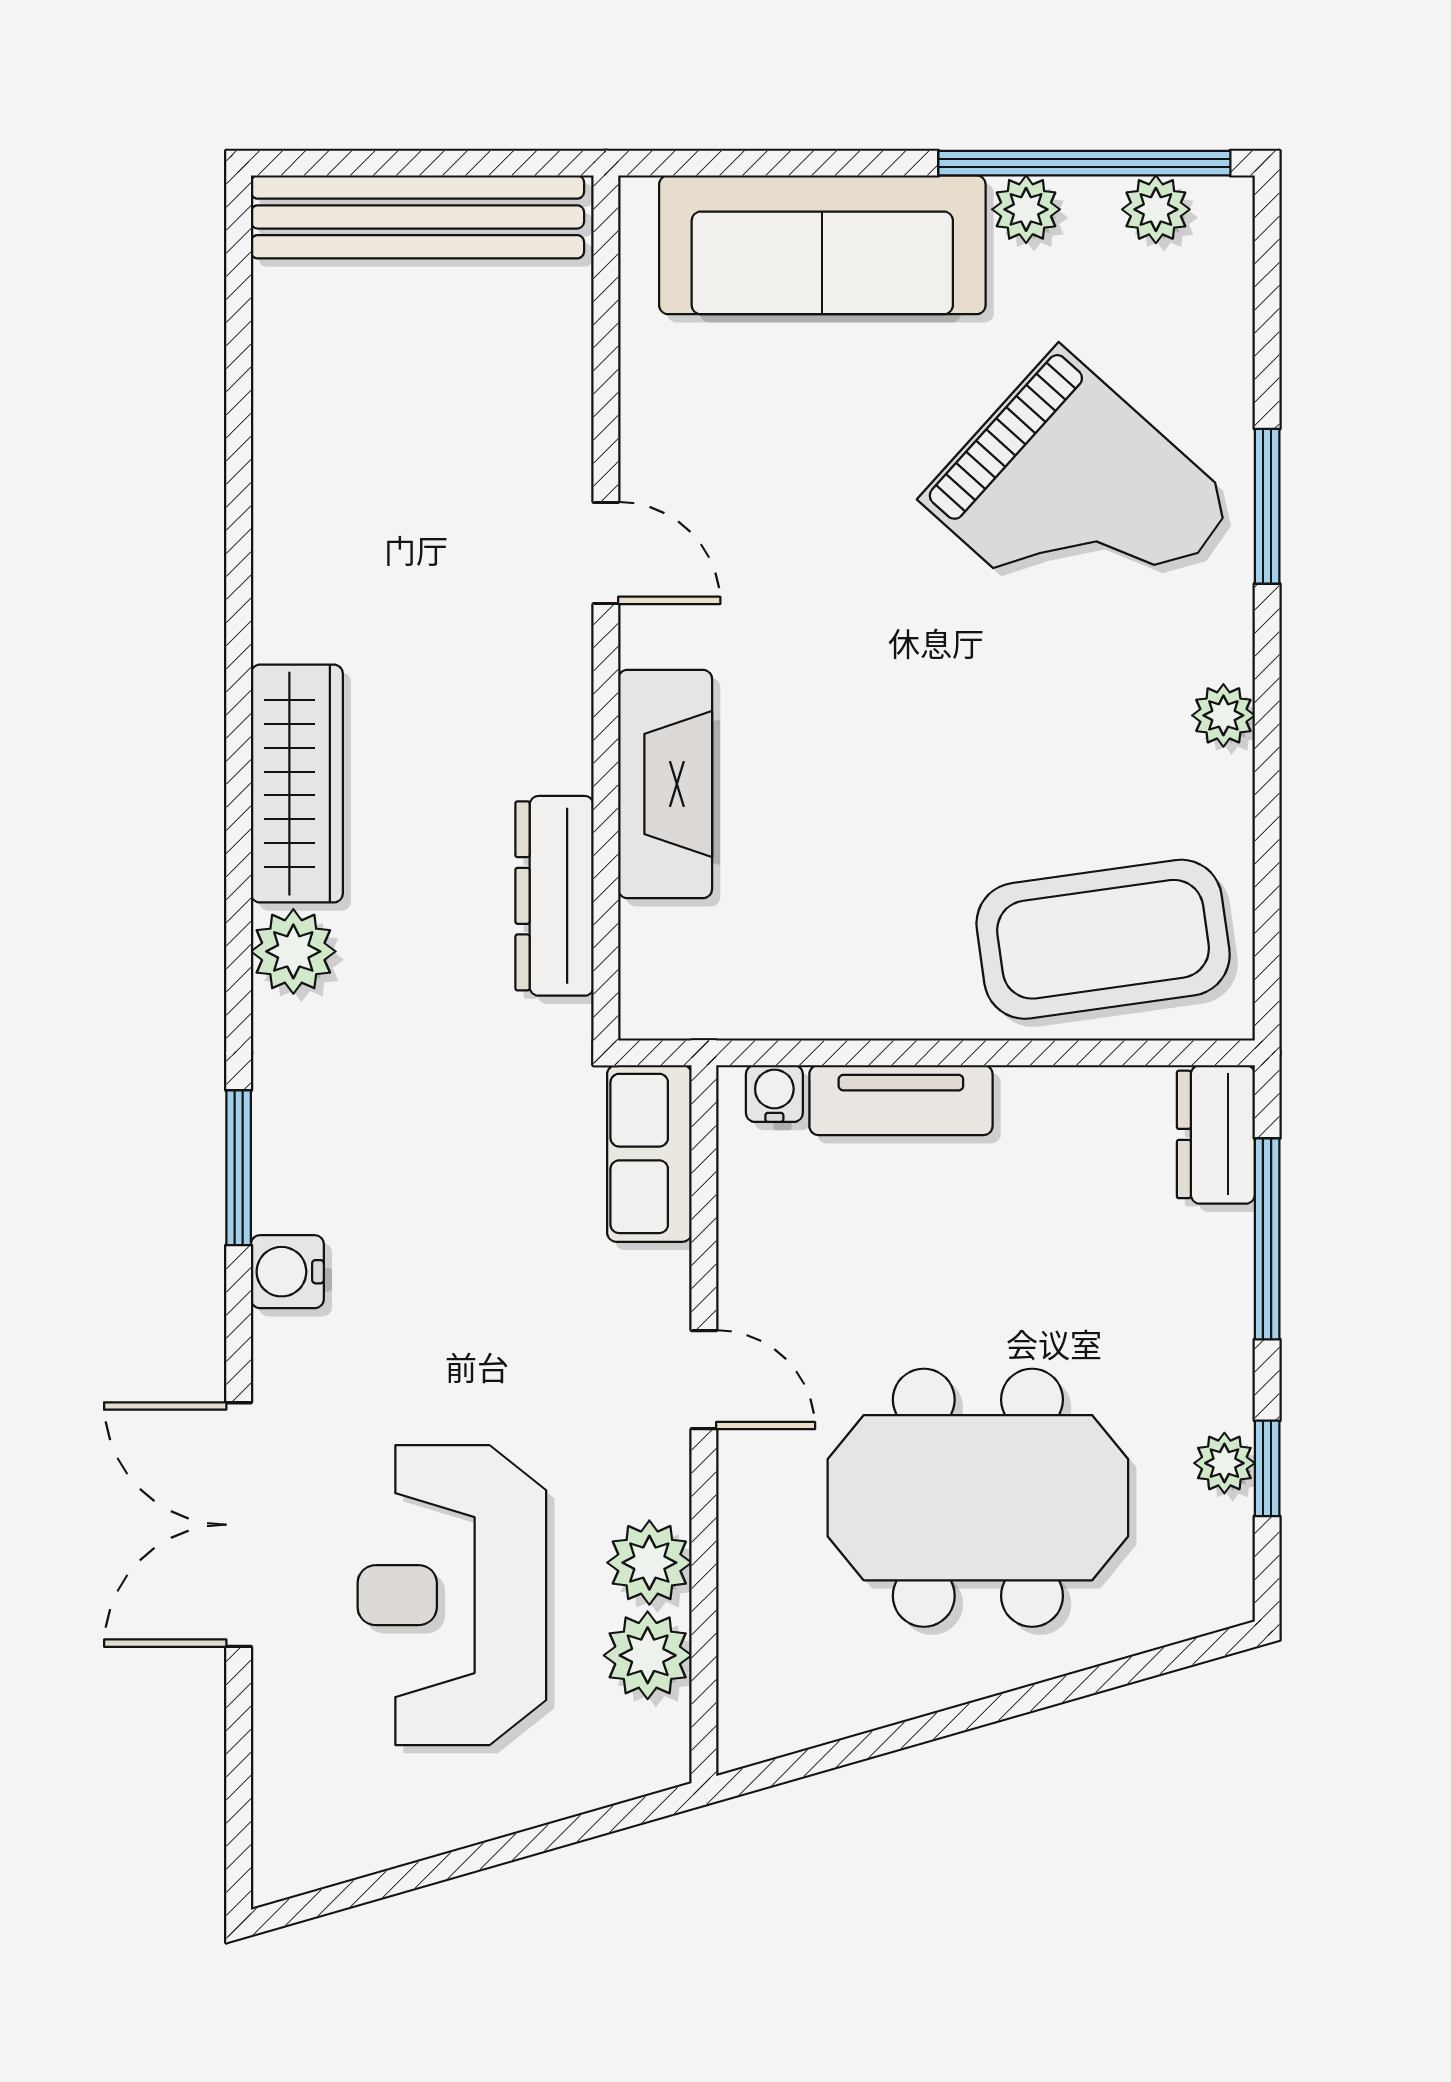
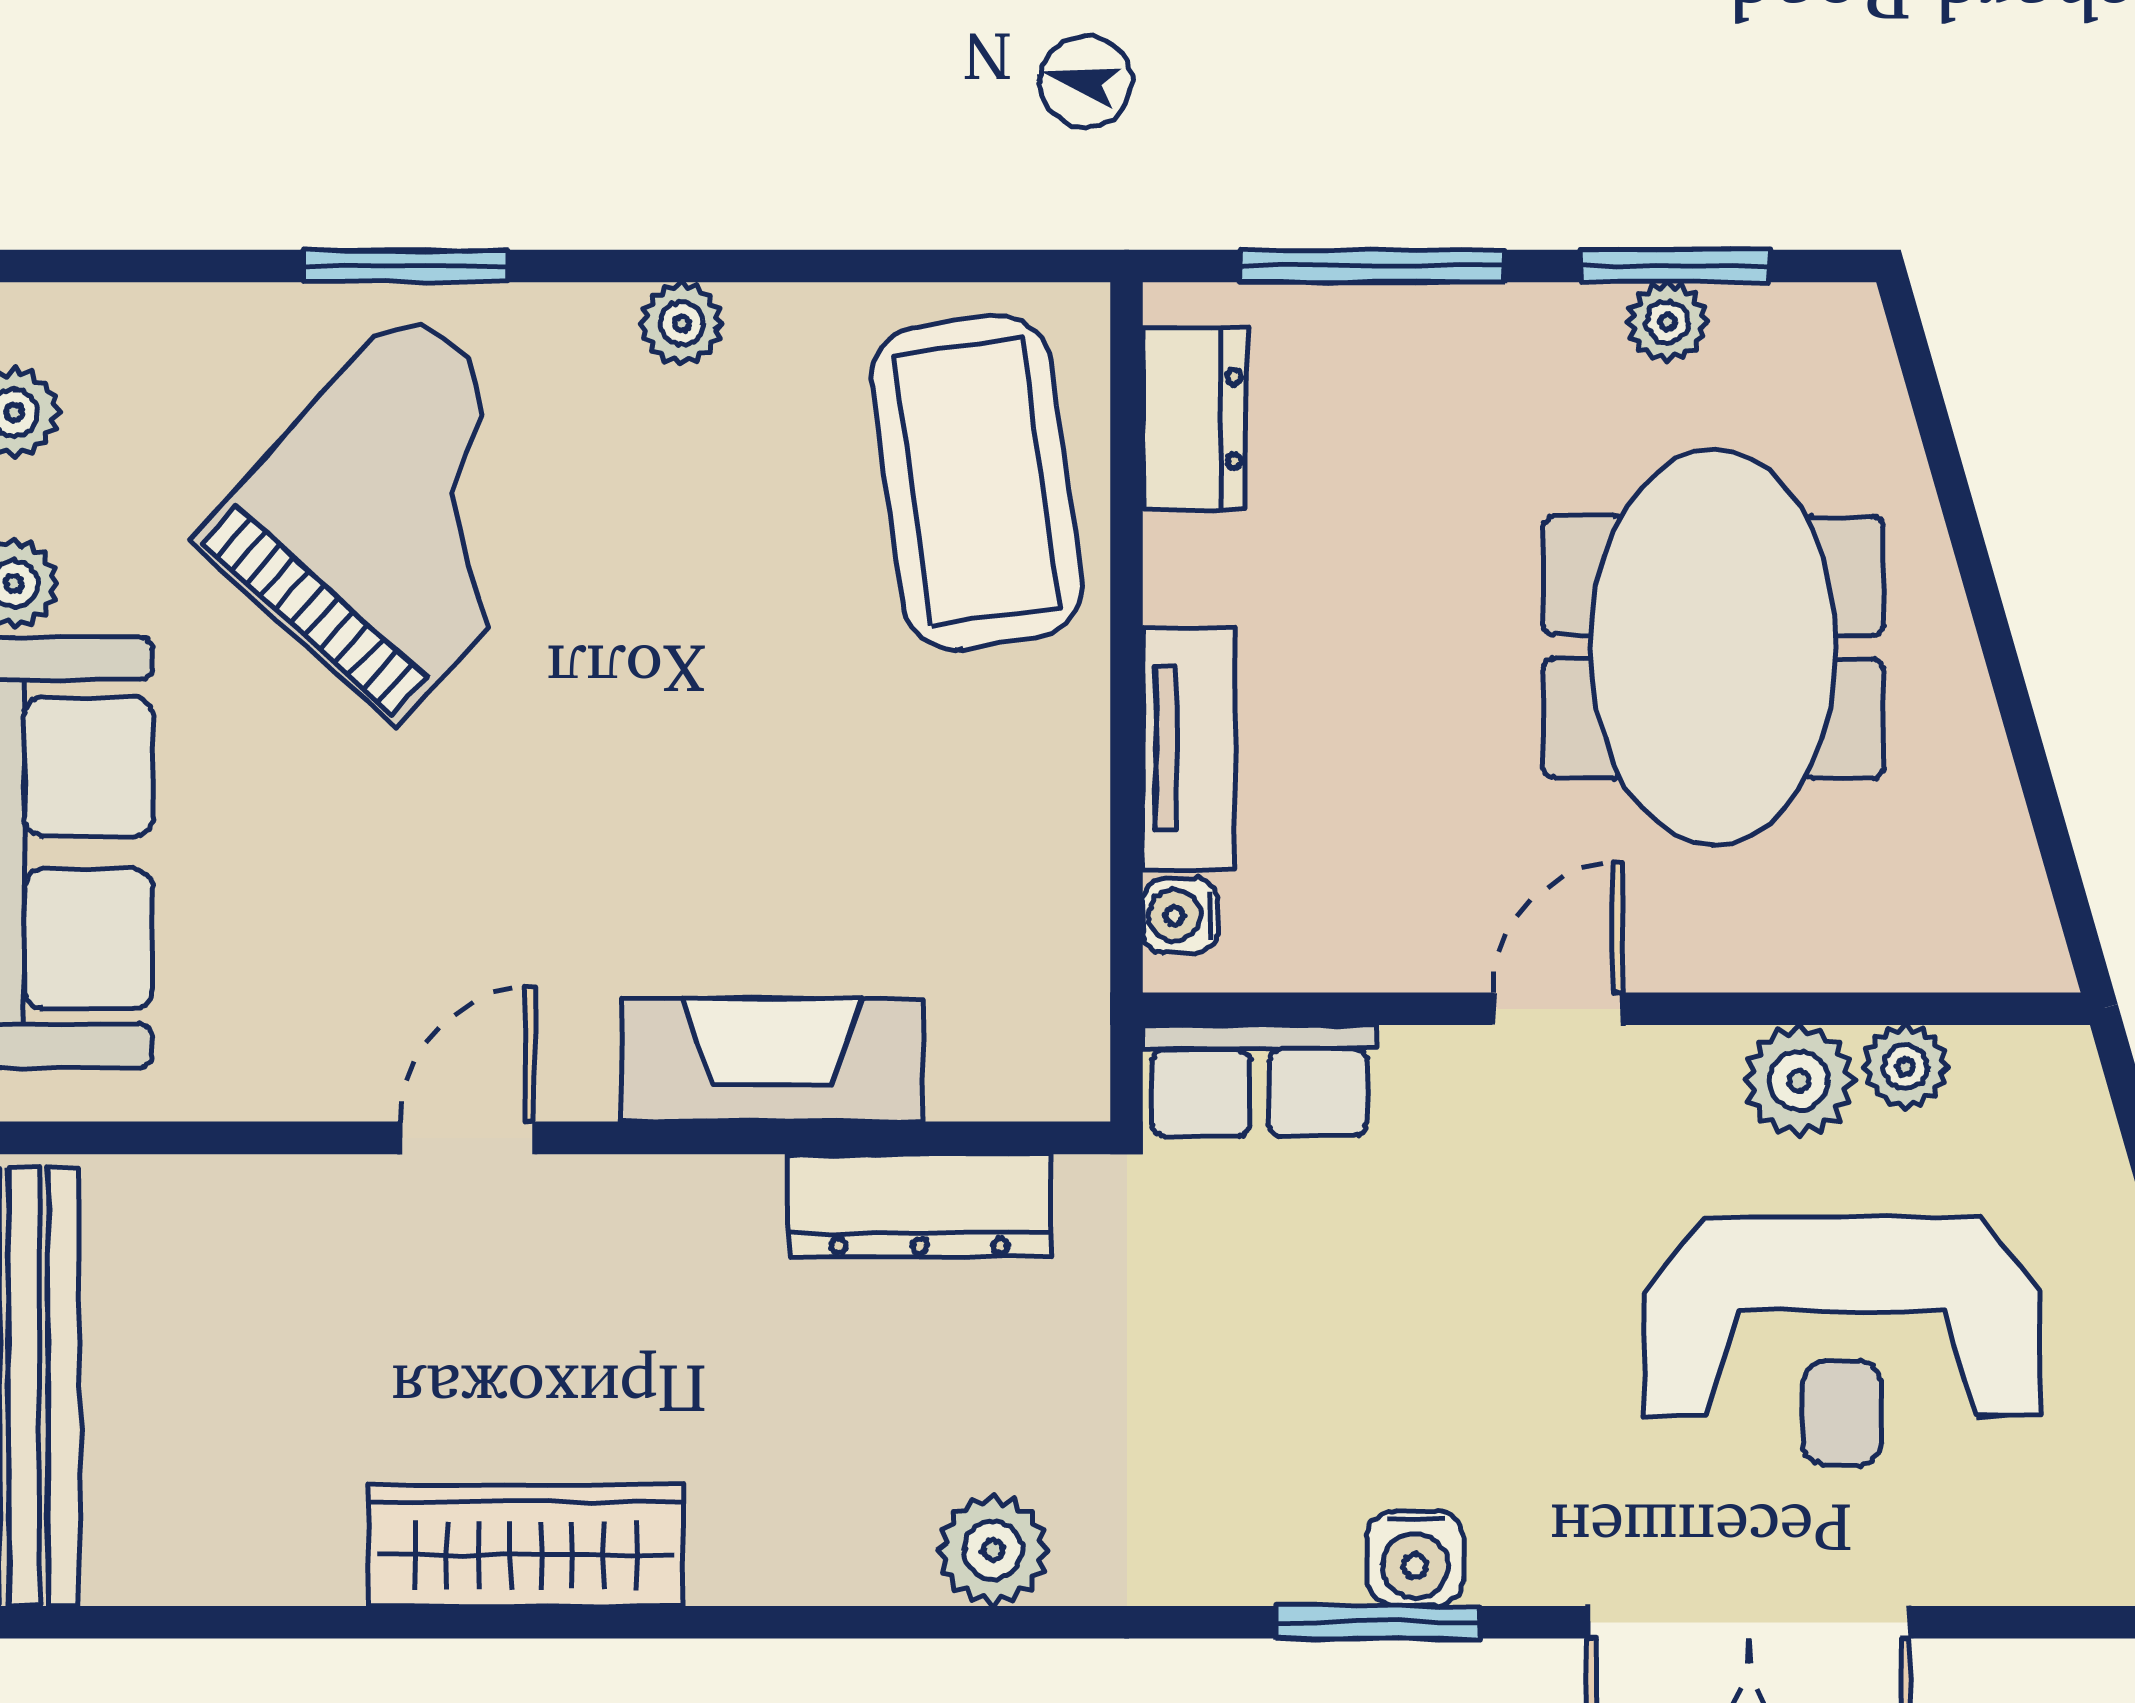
wardrobe: (297, 784) -> (526, 1545), moved
dresser: (1216, 1134) -> (1194, 419), moved, turned -90
window: (239, 1168) -> (1378, 1622), moved
window: (1267, 1468) -> (1675, 266), width x1.50
plant: (648, 1655) -> (1905, 1067), width x0.73, depth x0.73

